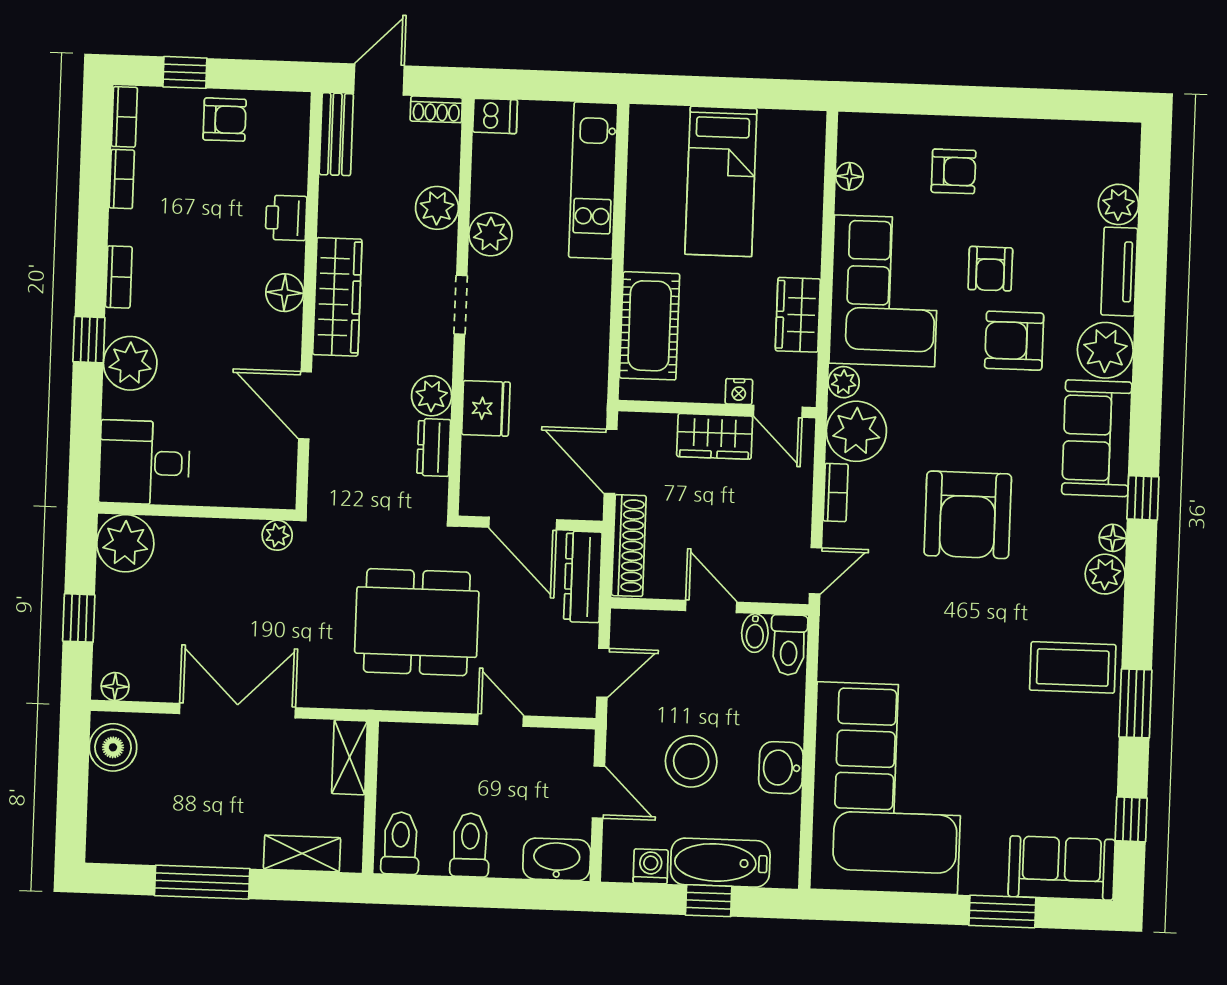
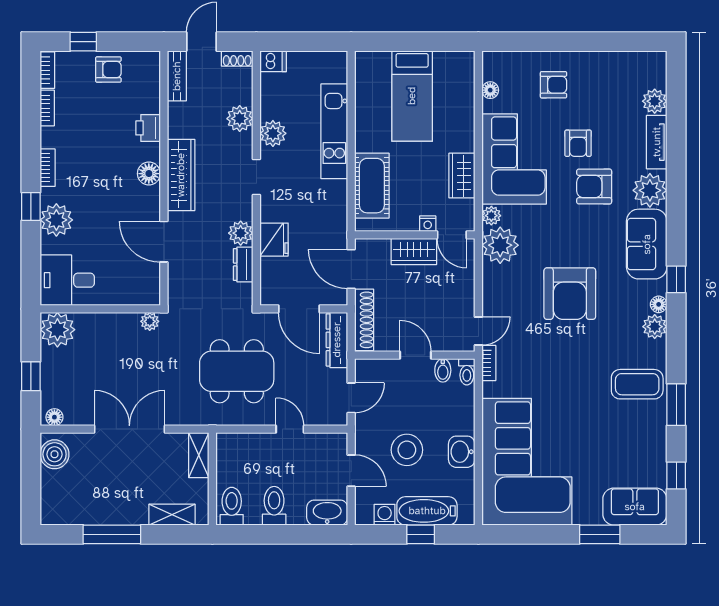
kitchen unit: (593, 180) -> (334, 131), moved
bookcase: (836, 493) -> (489, 363), moved
toilet: (789, 645) -> (467, 372), width x0.73, depth x0.72

